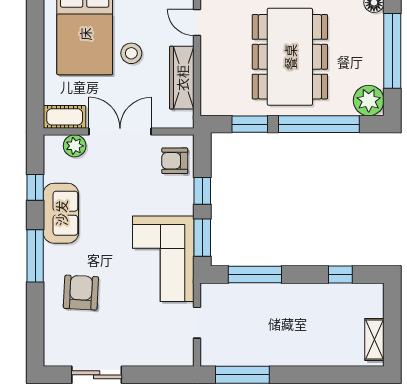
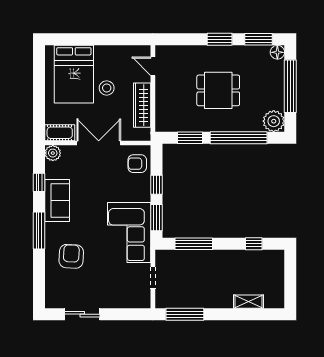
dining table: (290, 57) -> (218, 90), width x0.53, depth x0.80
plant: (75, 146) -> (53, 153), moved
shelving: (374, 340) -> (249, 302), moved, turned 90

